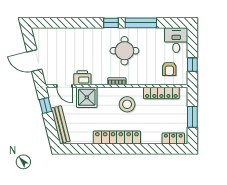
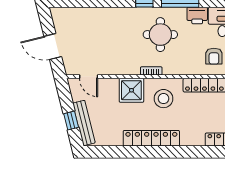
printer: (82, 78) -> (197, 16), moved, turned 180
shower: (87, 97) -> (131, 90), moved
window: (45, 106) -> (71, 121), moved

